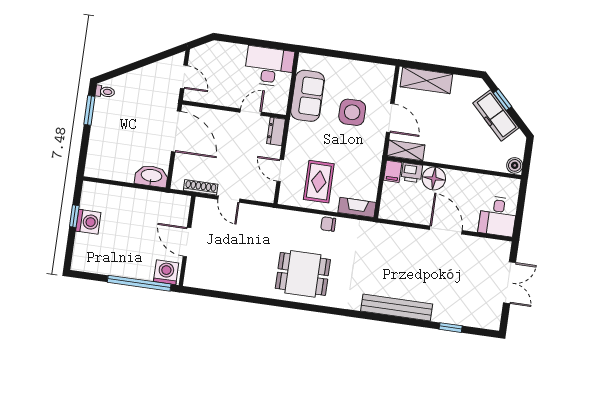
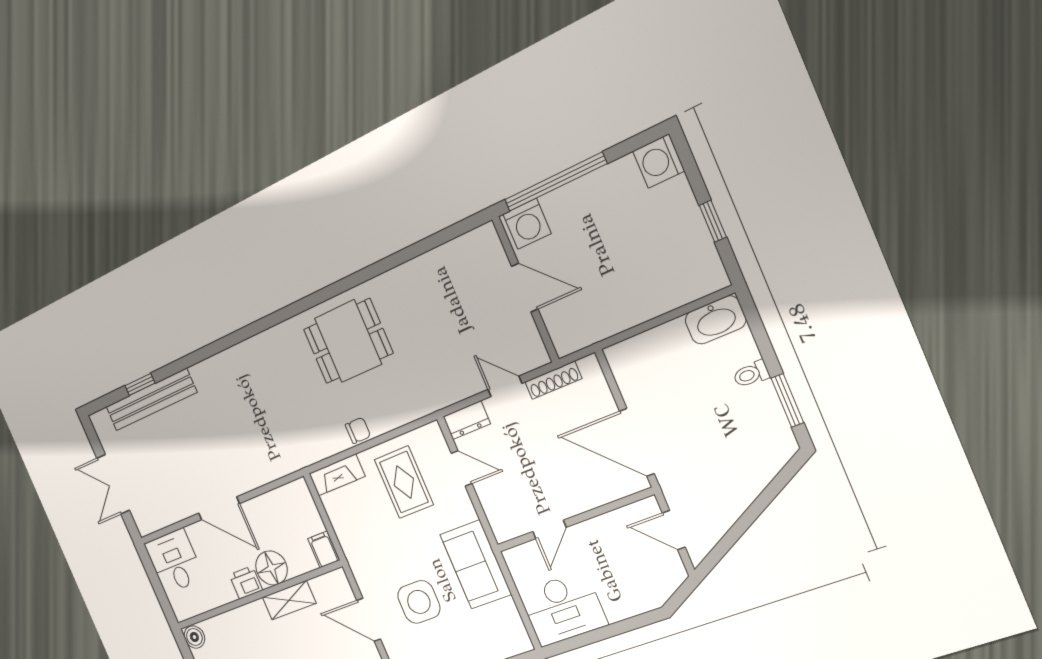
toilet: (105, 92) -> (751, 374), moved
sofa: (308, 96) -> (476, 564), moved
dresser: (276, 131) -> (467, 420), moved, turned 90
shelving: (406, 150) -> (289, 600), moved
printer: (412, 173) -> (246, 582), moved
washbasin: (151, 176) -> (715, 320), moved
washing machine: (88, 222) -> (659, 161), moved
bench: (397, 307) -> (151, 400), moved

